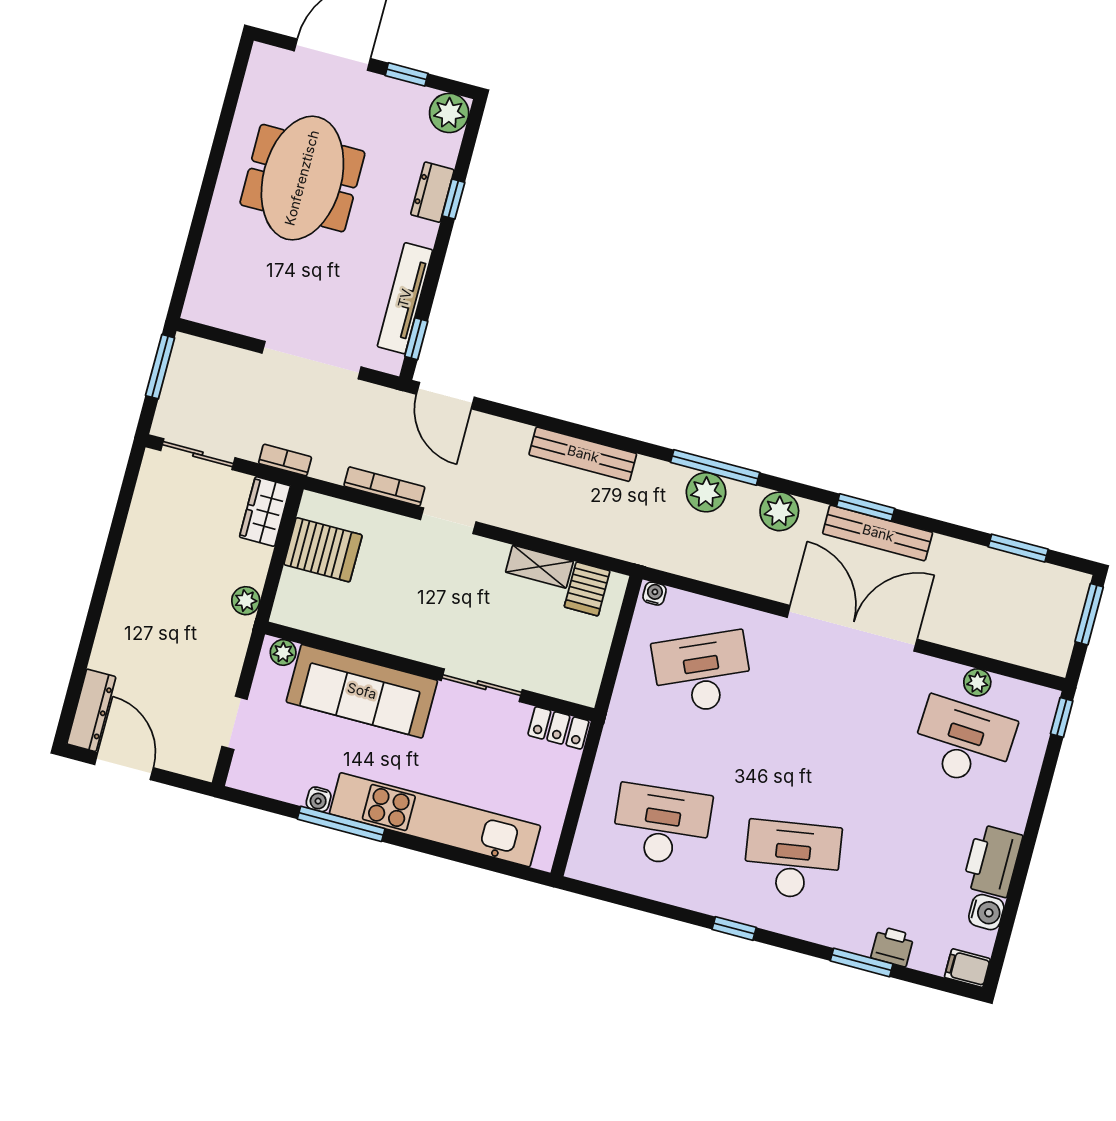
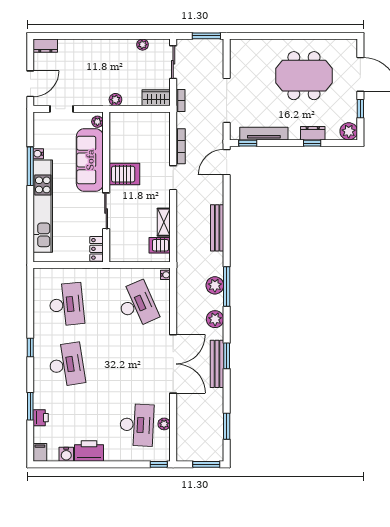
plant: (142, 510) -> (143, 45), added
server rack: (323, 550) -> (124, 174), moved, turned -90
dresser: (91, 710) -> (45, 46), width x0.70
door: (124, 766) -> (30, 84), moved

